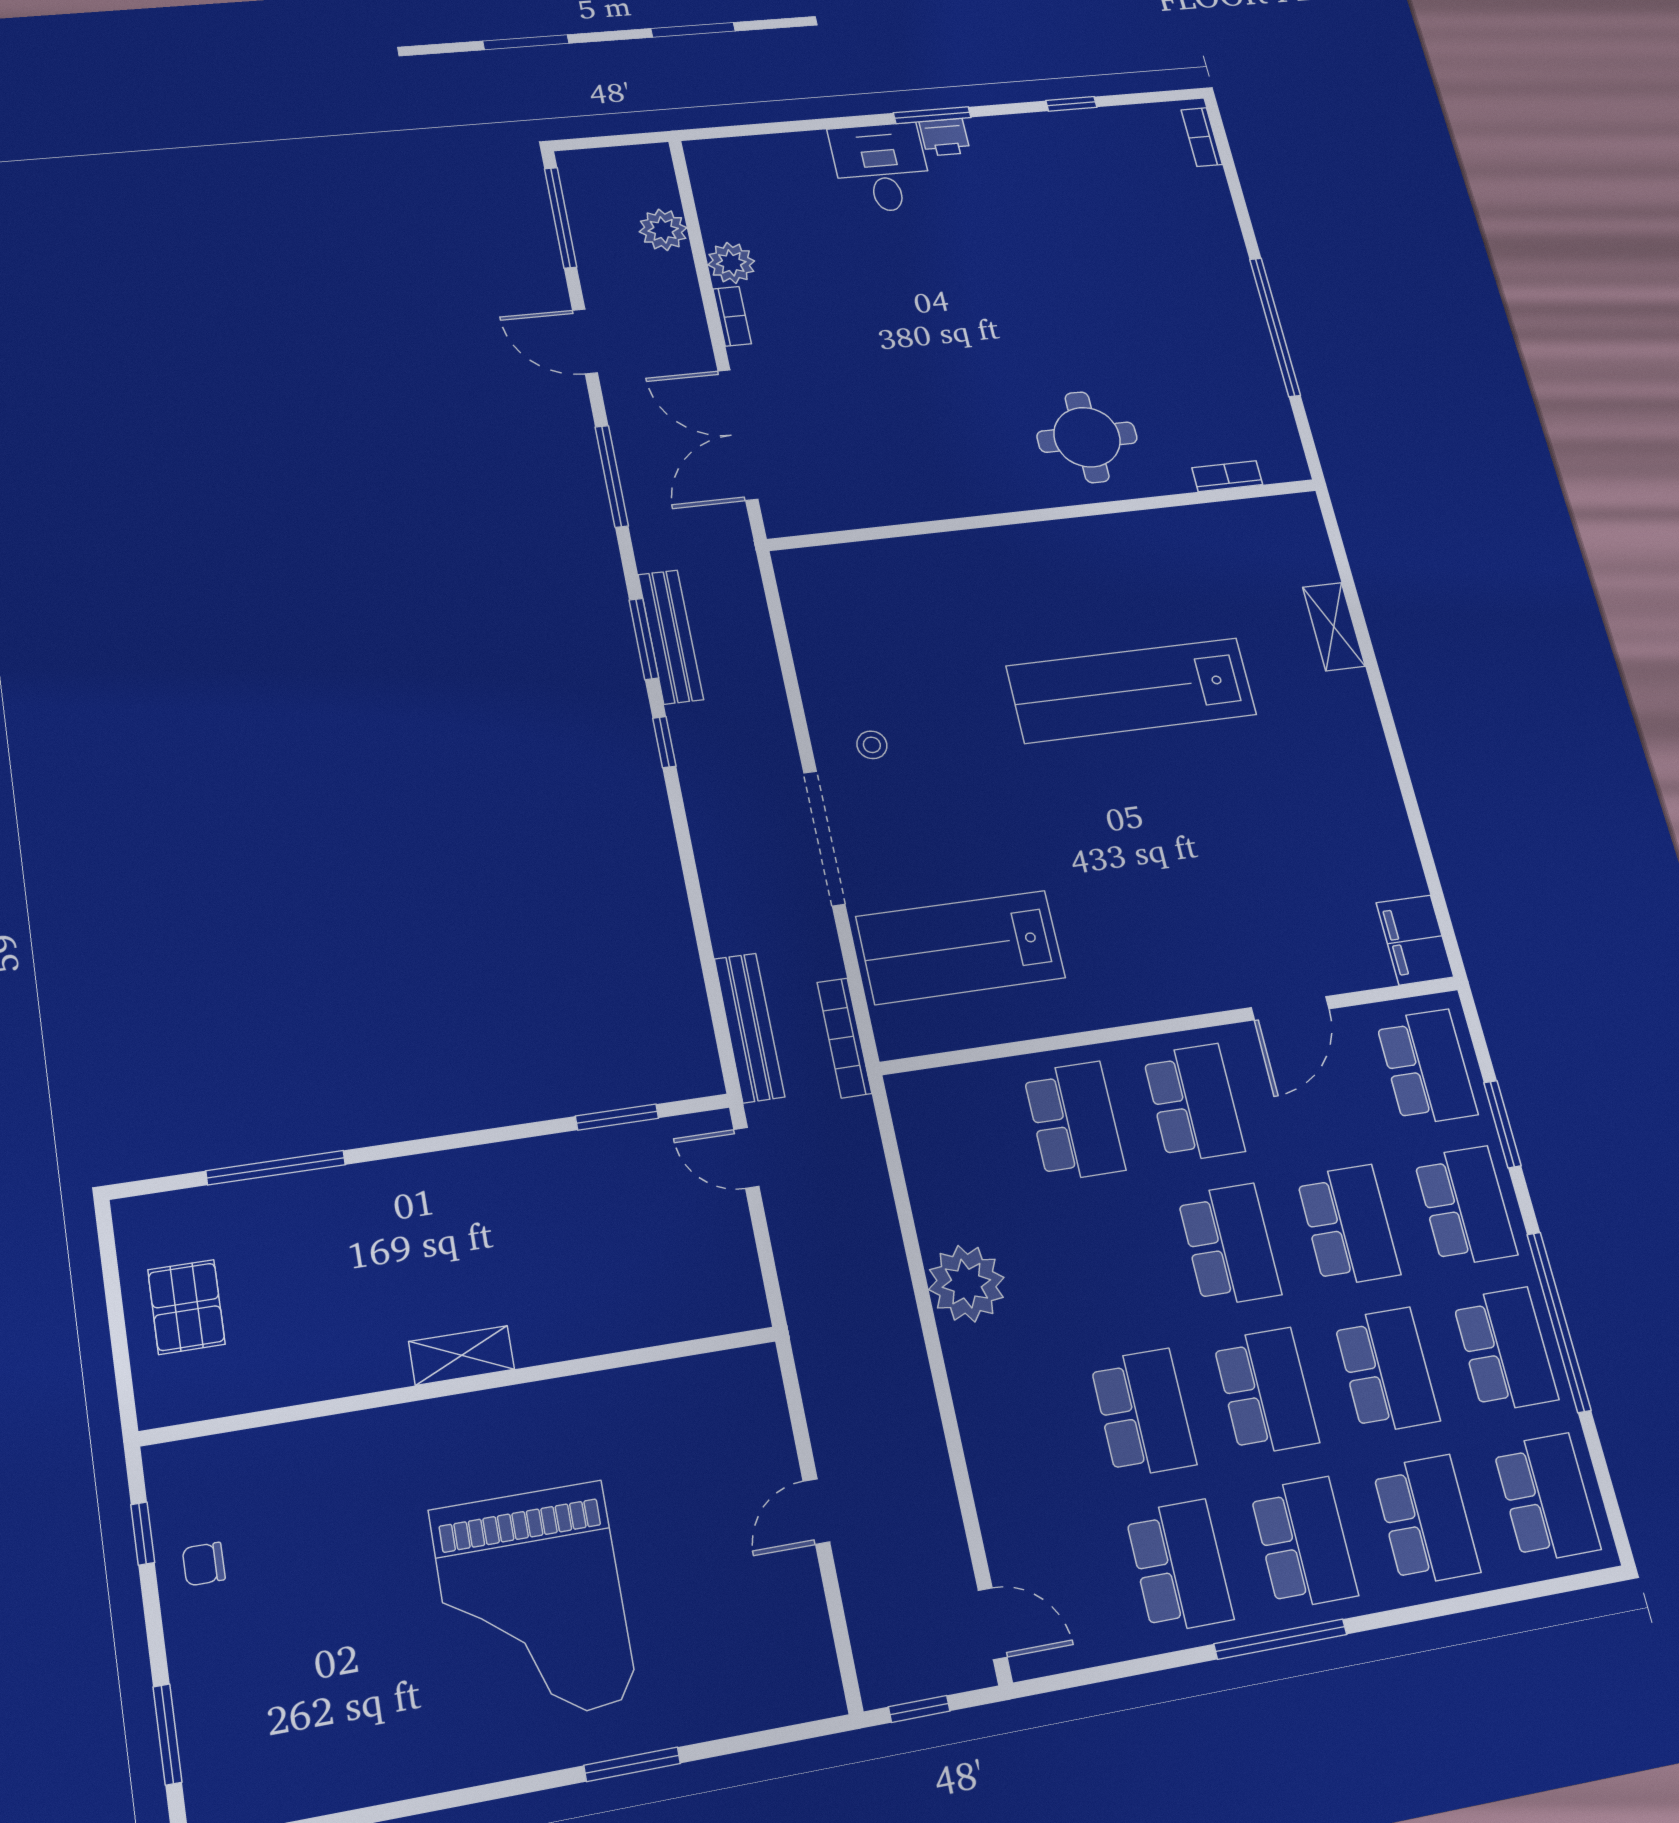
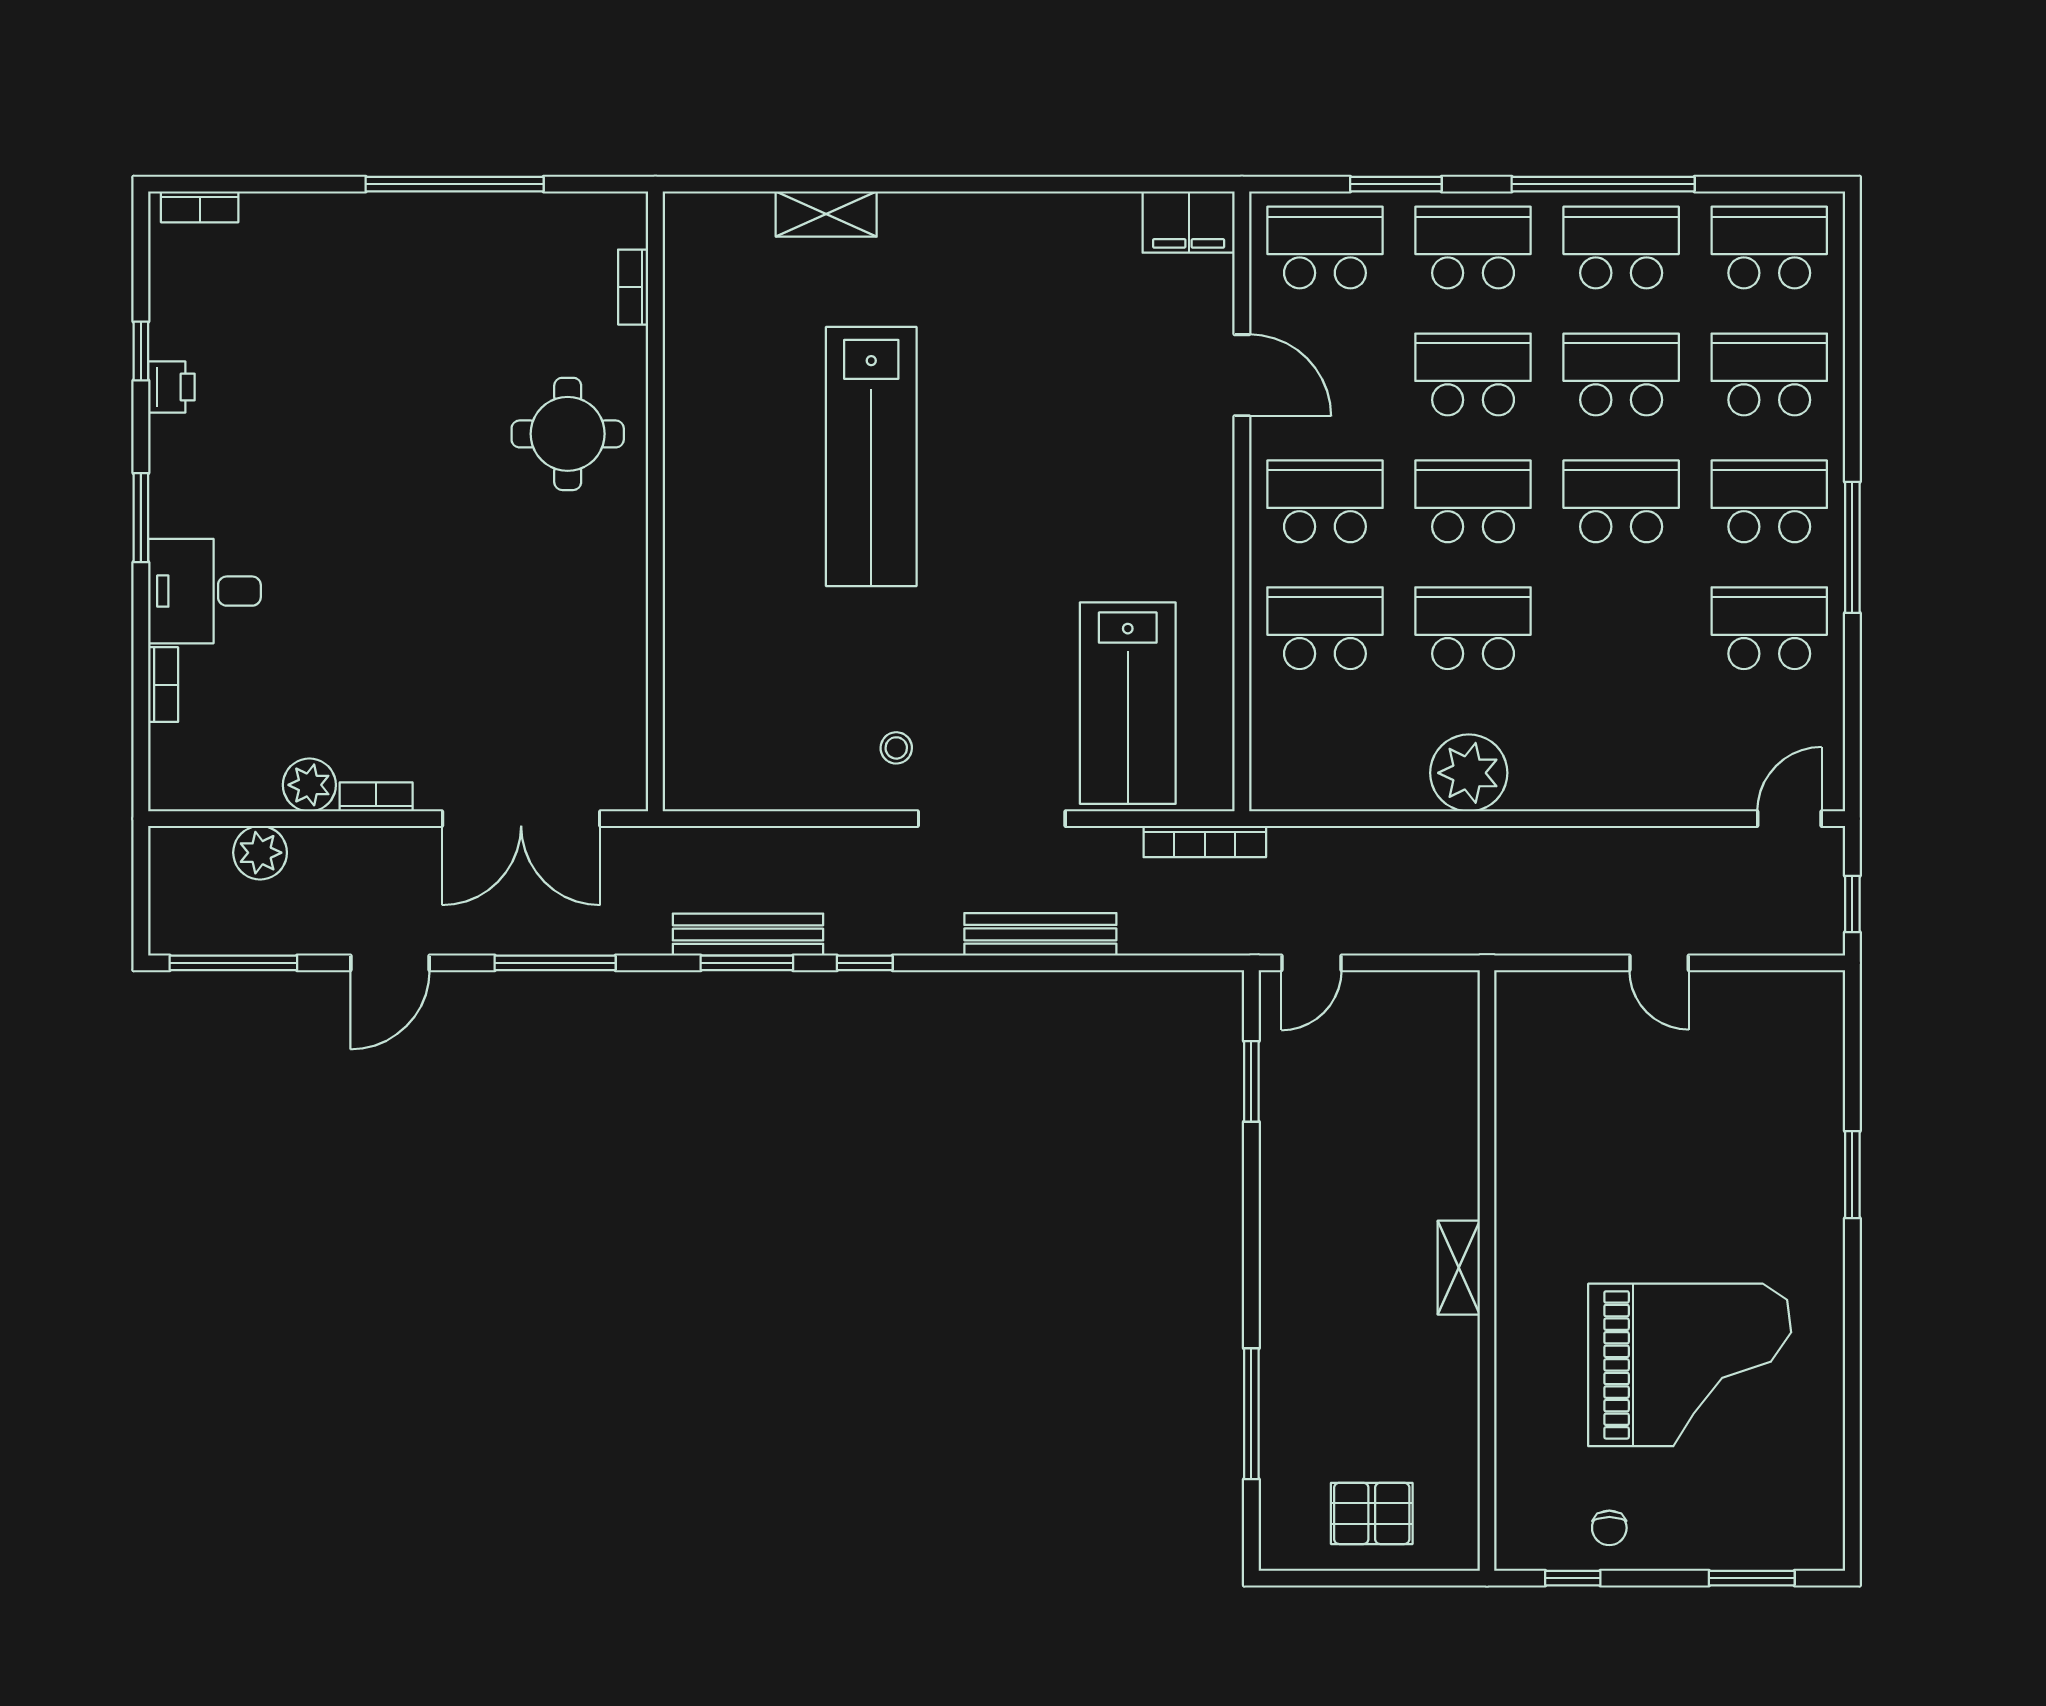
printer: (945, 137) -> (171, 387), moved
bookcase: (794, 143) -> (163, 685), added
bench: (749, 1028) -> (1040, 934), moved
school desk: (1143, 1413) -> (1473, 628), moved
grand piano: (533, 1605) -> (1690, 1365), moved

